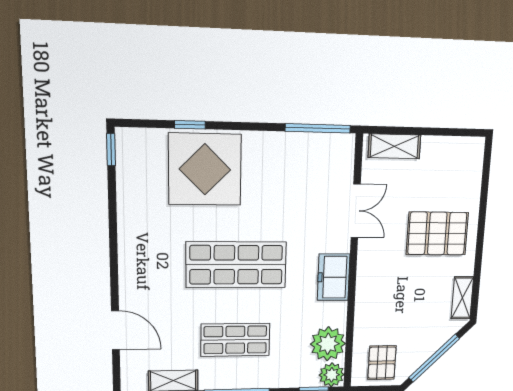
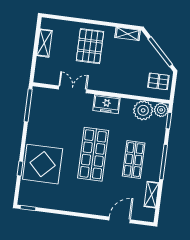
shelving: (394, 146) -> (44, 43), moved

